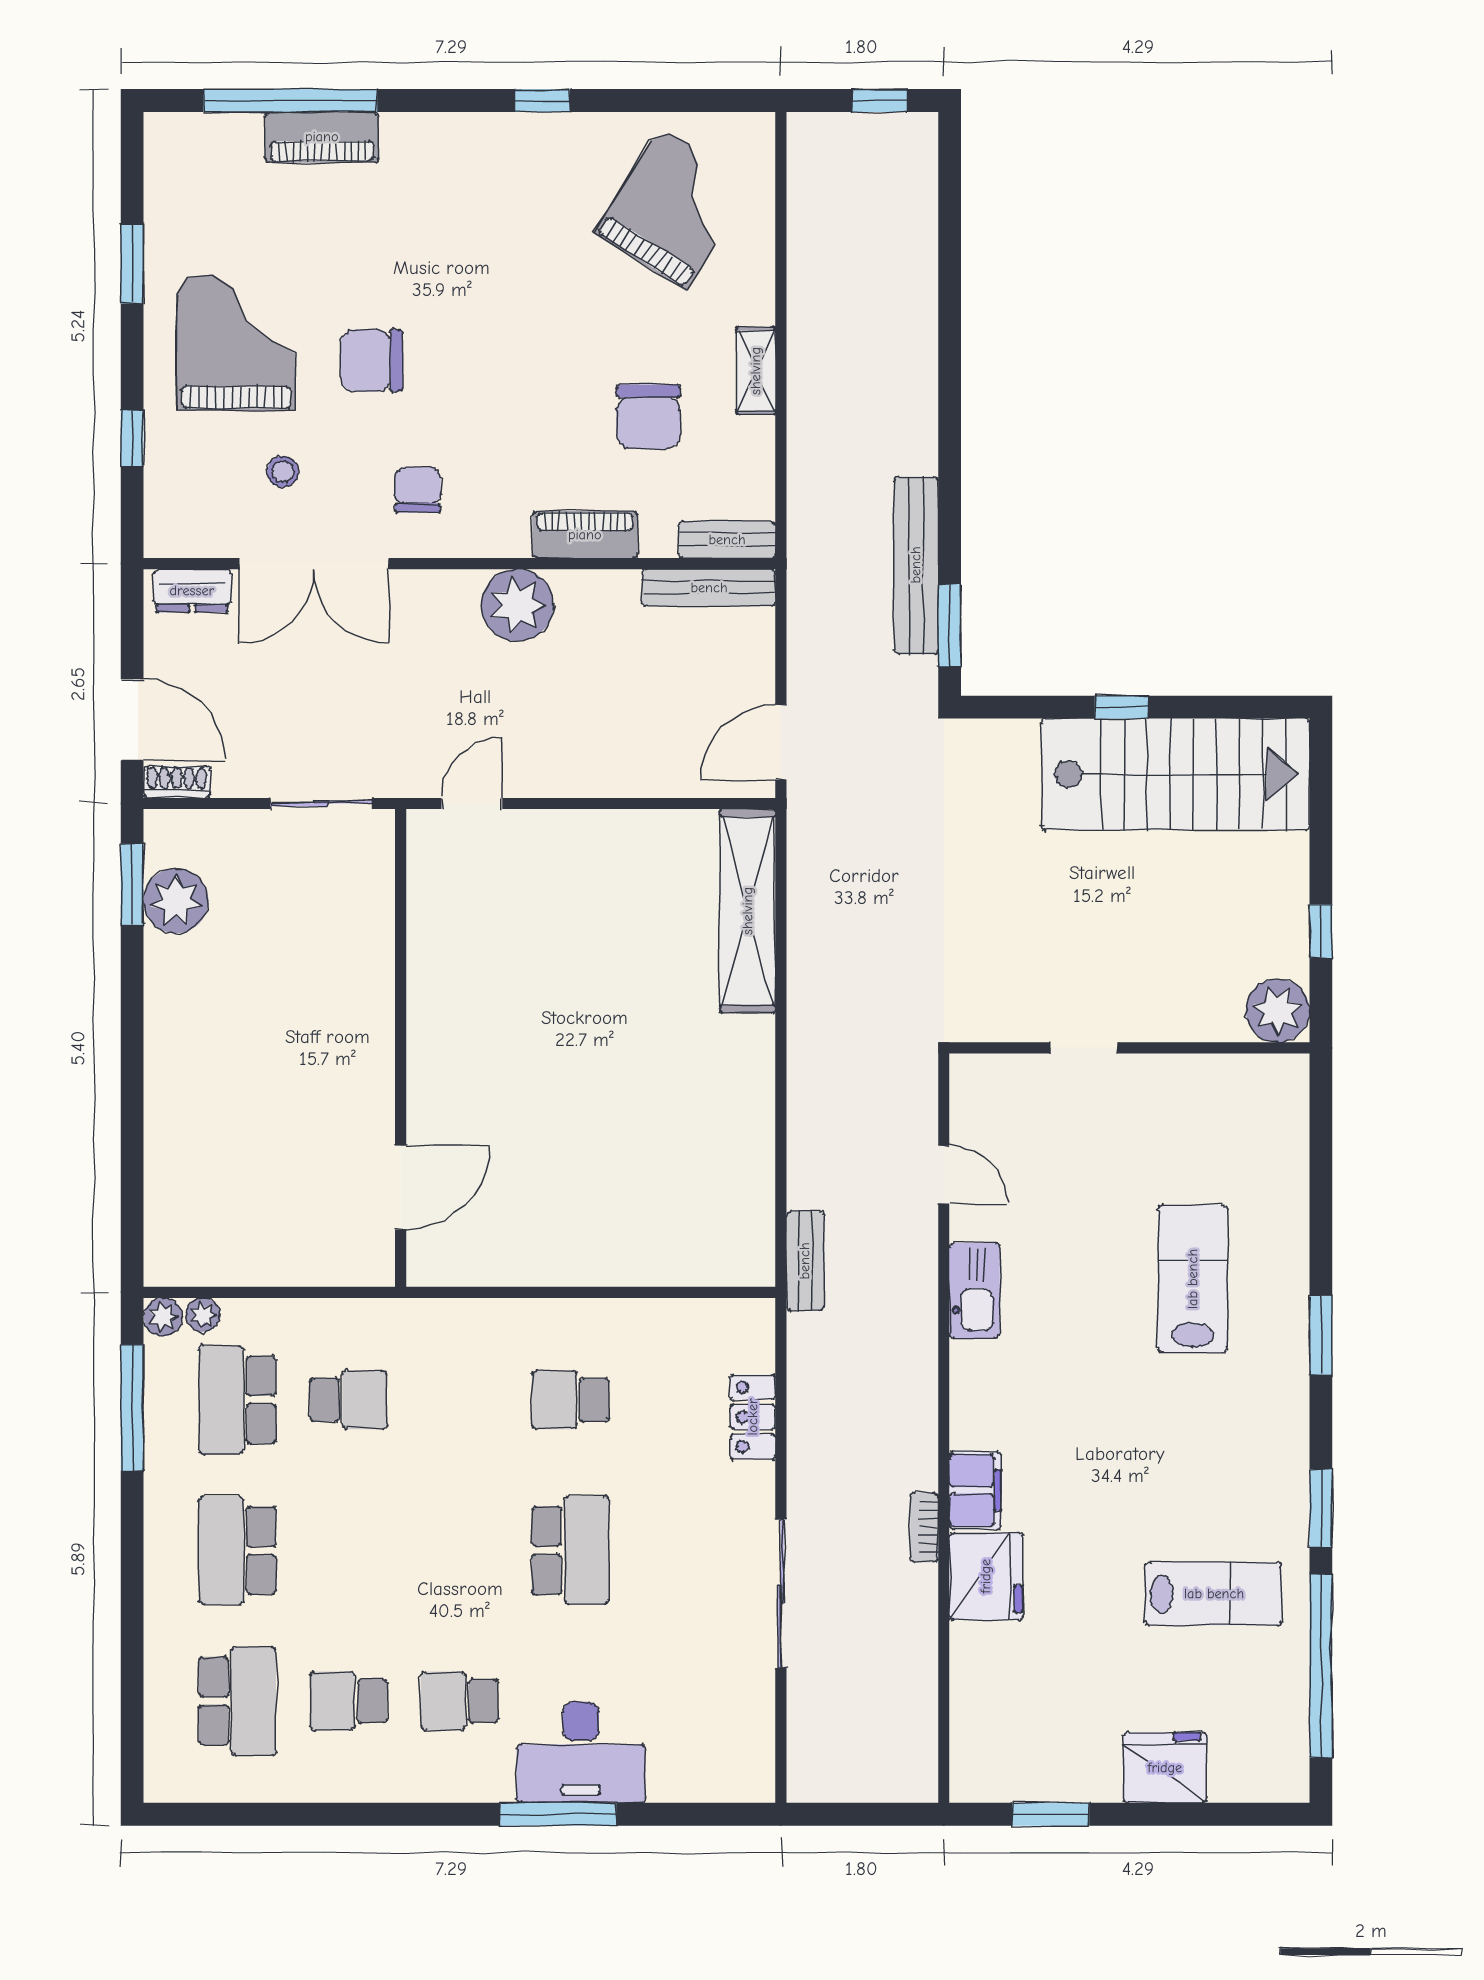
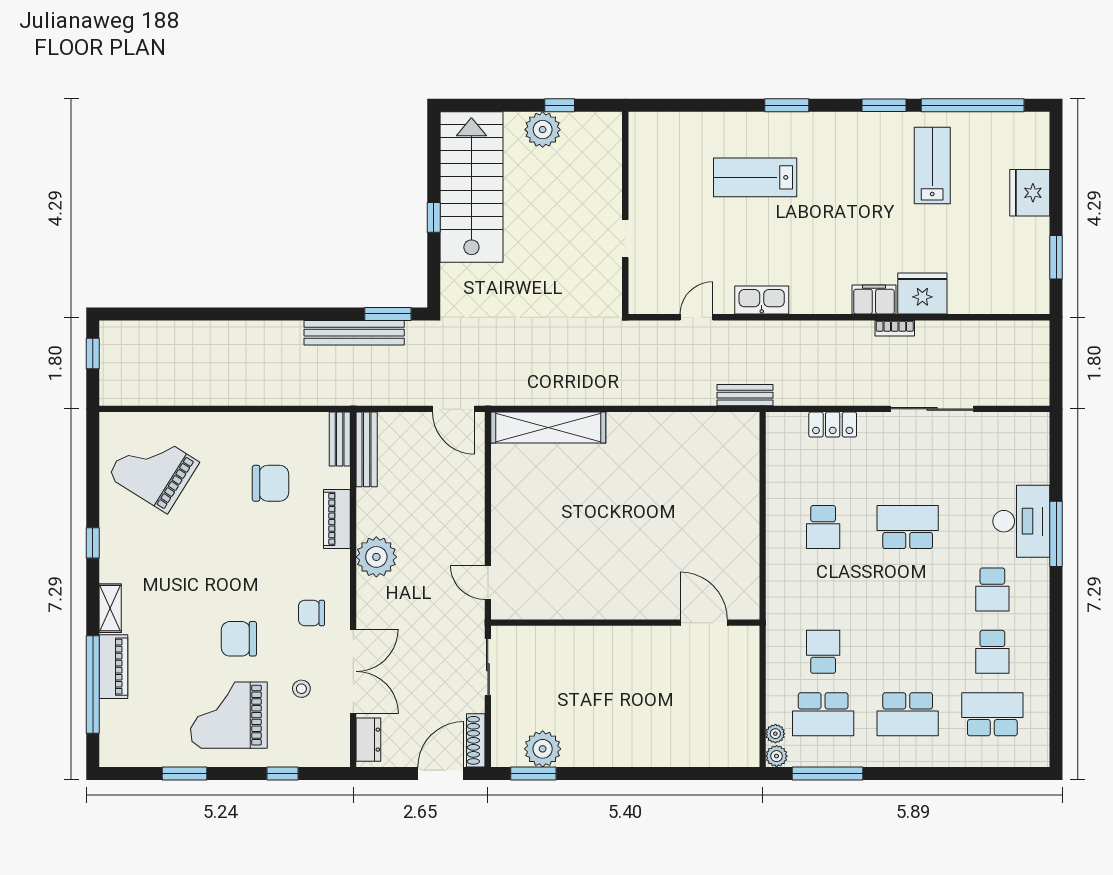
chair: (372, 360) -> (239, 639), turned 90
shelving: (756, 371) -> (110, 608), moved, turned 90
shoe rack: (177, 782) -> (476, 740), width x1.43
plant: (1278, 1011) -> (543, 130), moved

